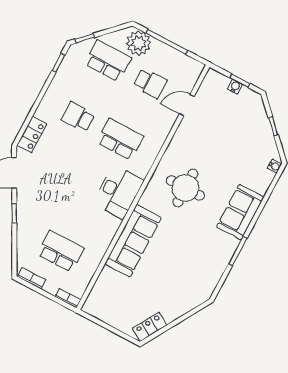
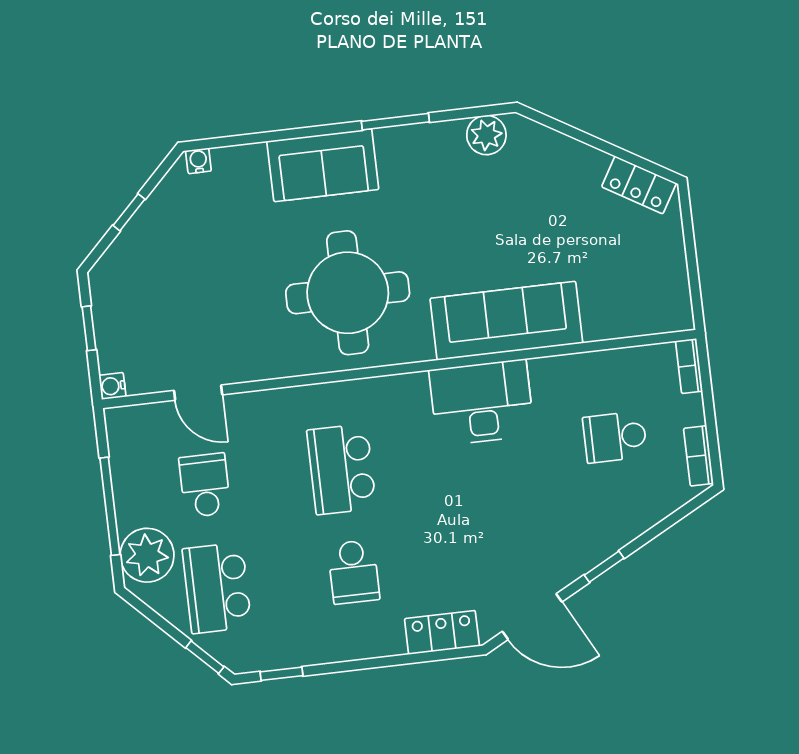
water cooler: (235, 87) -> (112, 386), moved
round table: (185, 188) -> (348, 293), width x1.36, depth x1.36
desk: (118, 192) -> (482, 402), moved
school desk: (61, 251) -> (615, 437), width x0.54
plant: (209, 282) -> (486, 135), added

